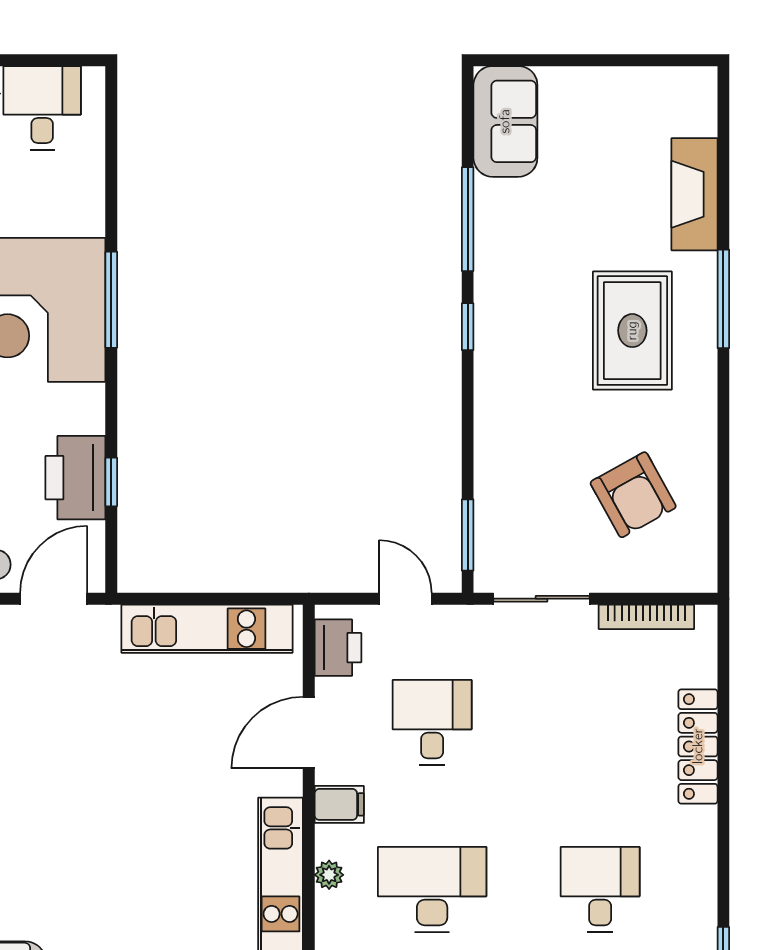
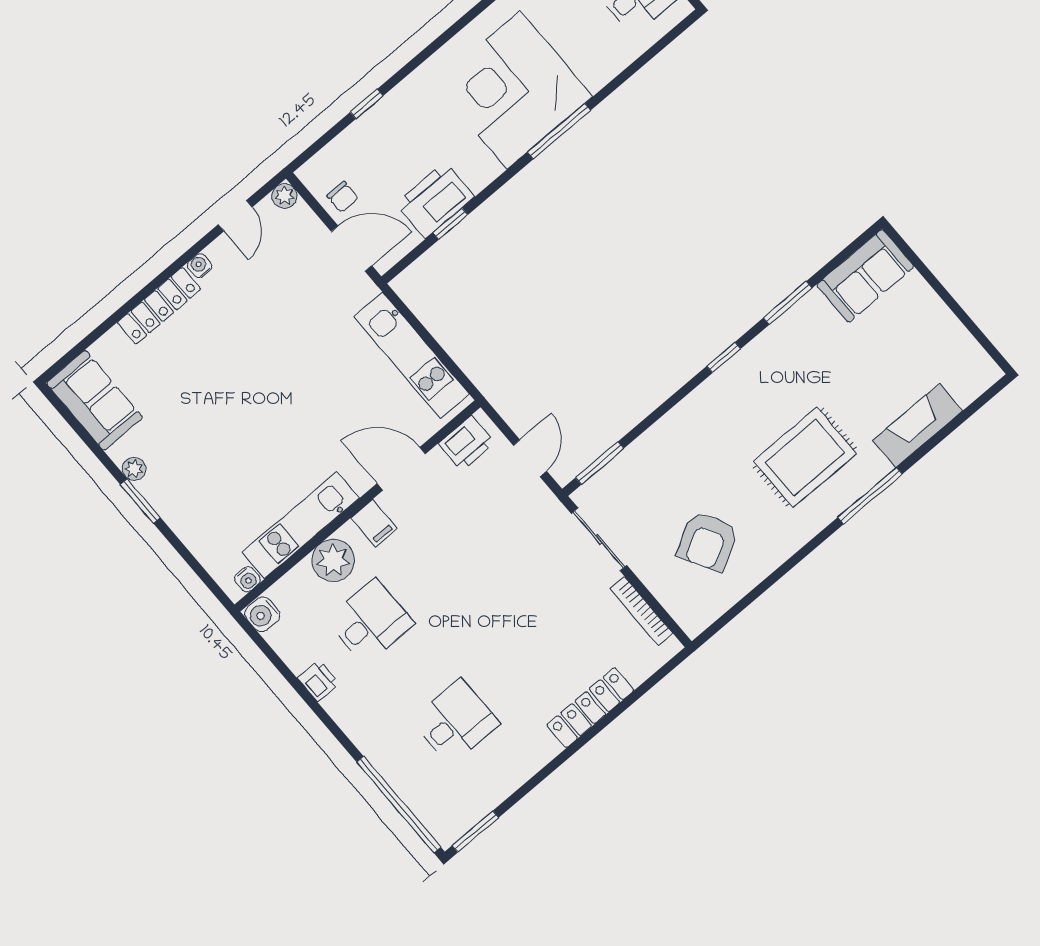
window: (468, 219) -> (788, 303), width x0.69
desk: (432, 723) -> (470, 537), removed
plant: (329, 875) -> (333, 560), width x1.88, depth x1.88
desk: (432, 890) -> (370, 622), width x0.73

